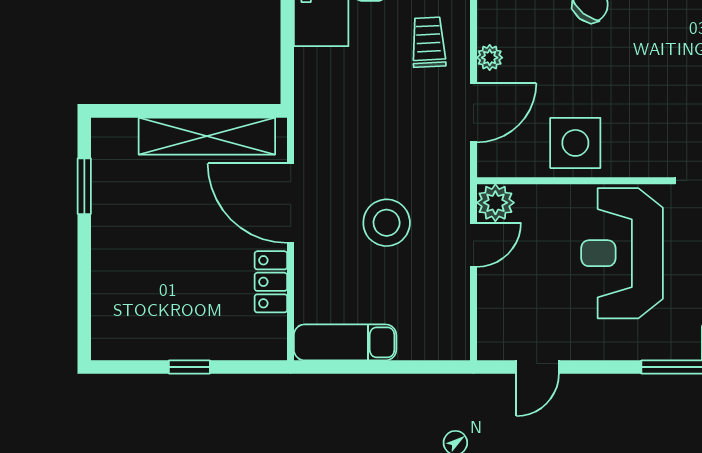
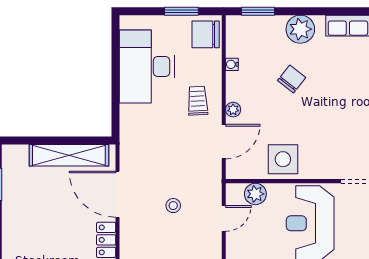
plant: (495, 203) -> (255, 194), moved
stool: (387, 223) -> (173, 206), width x0.53, depth x0.53

